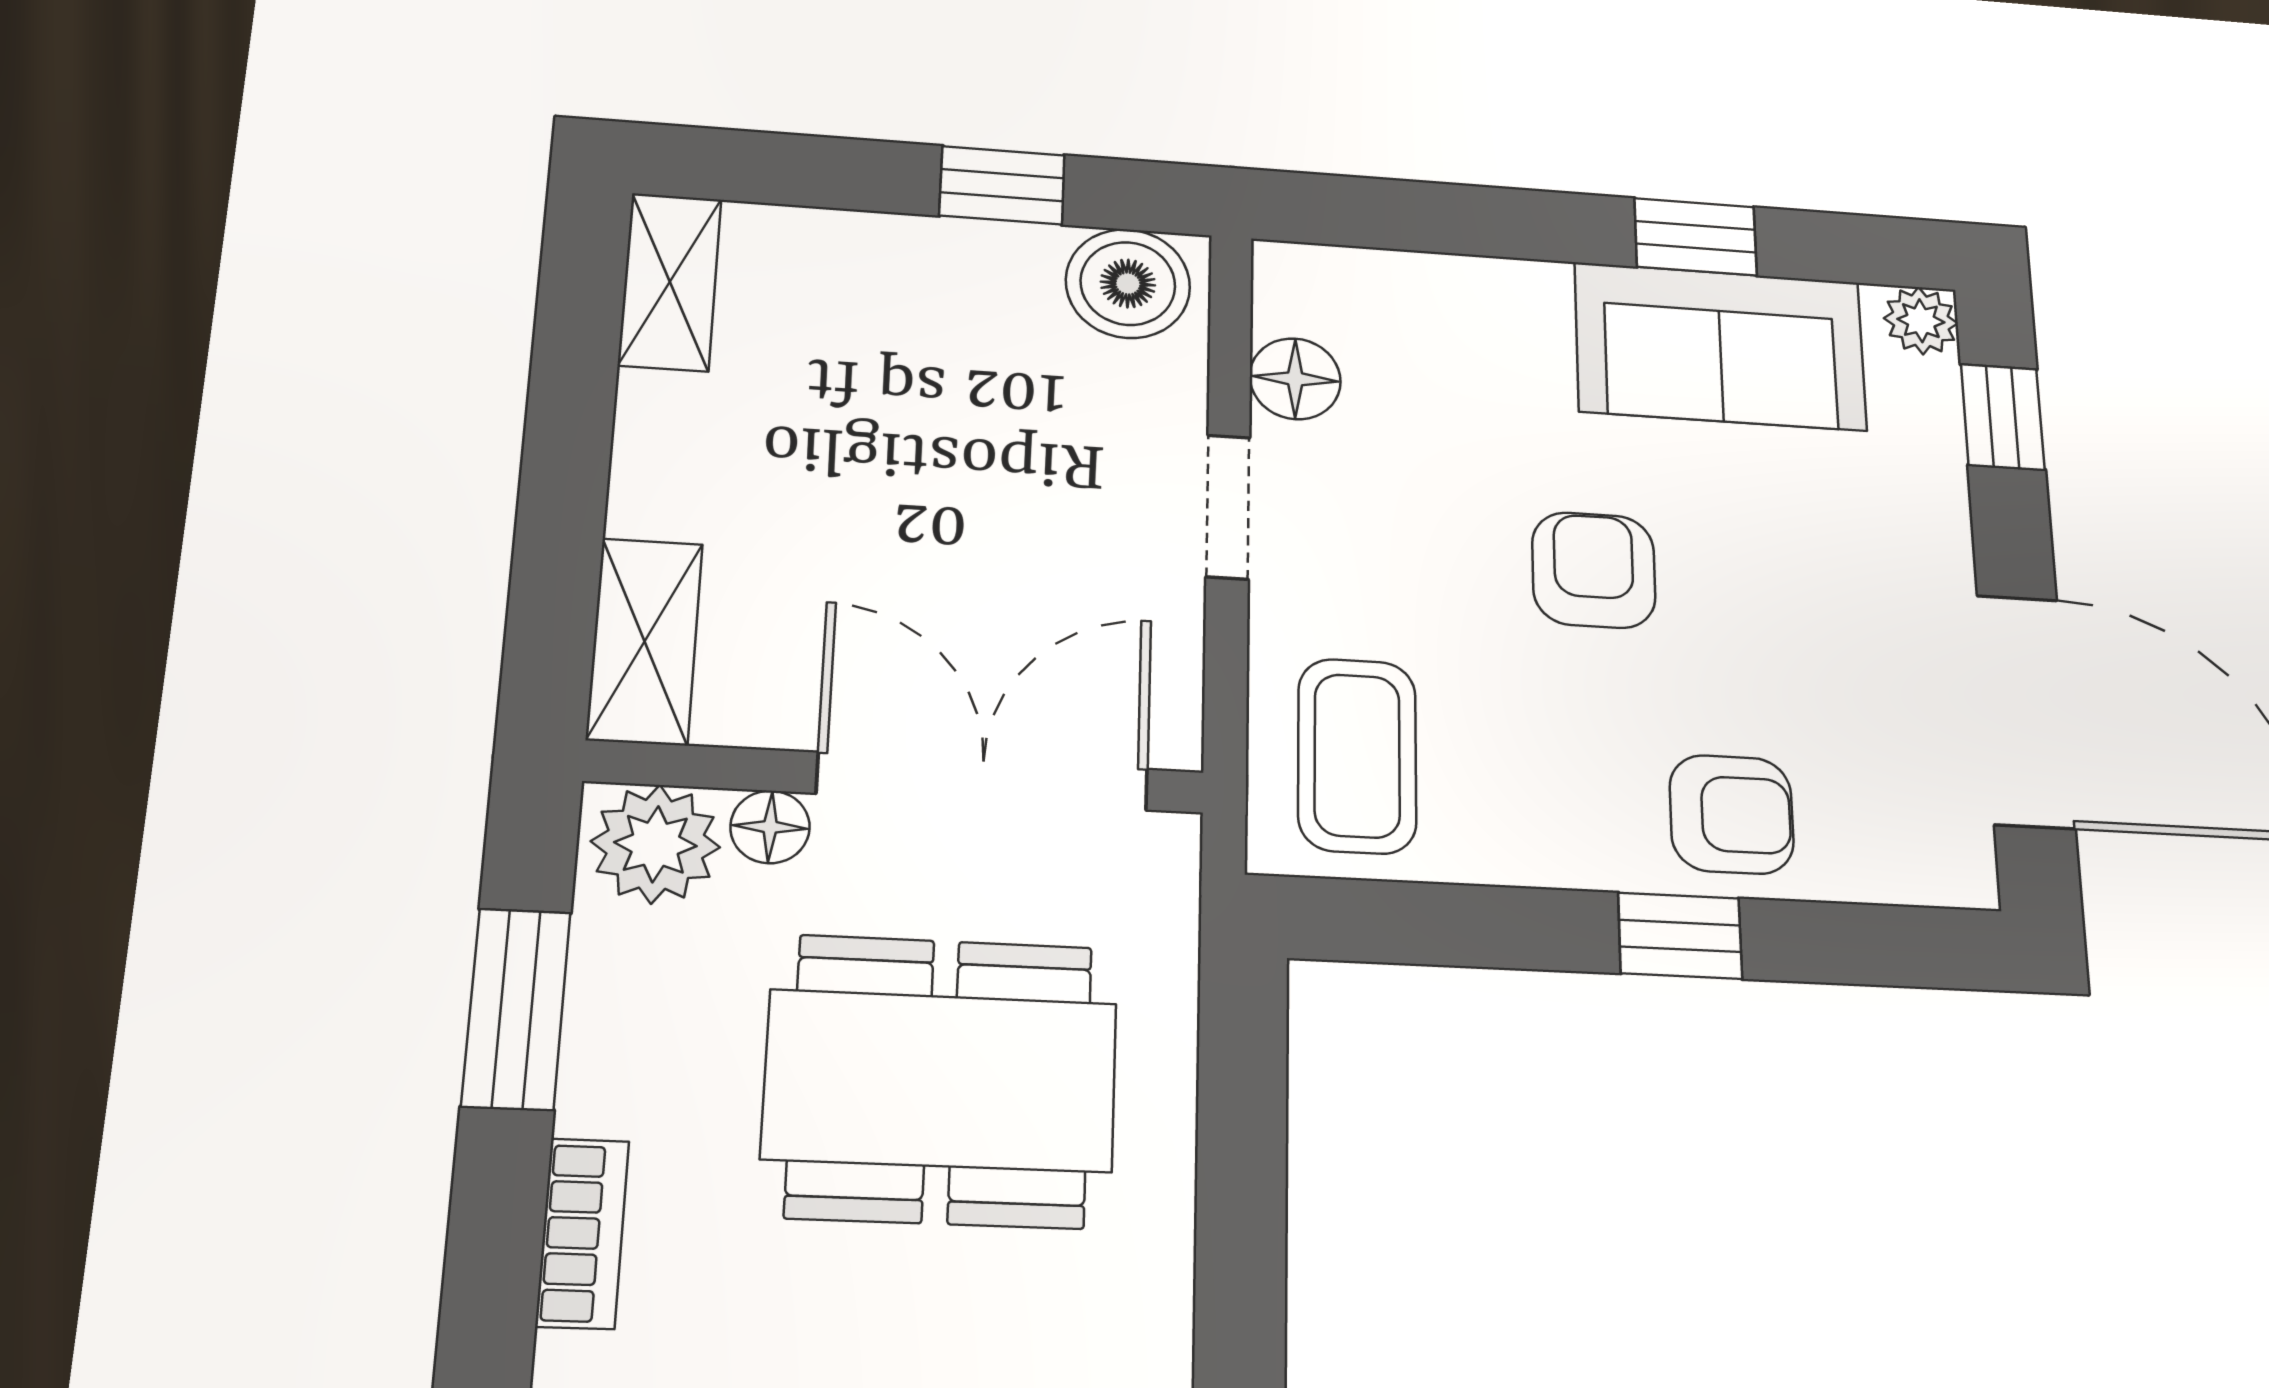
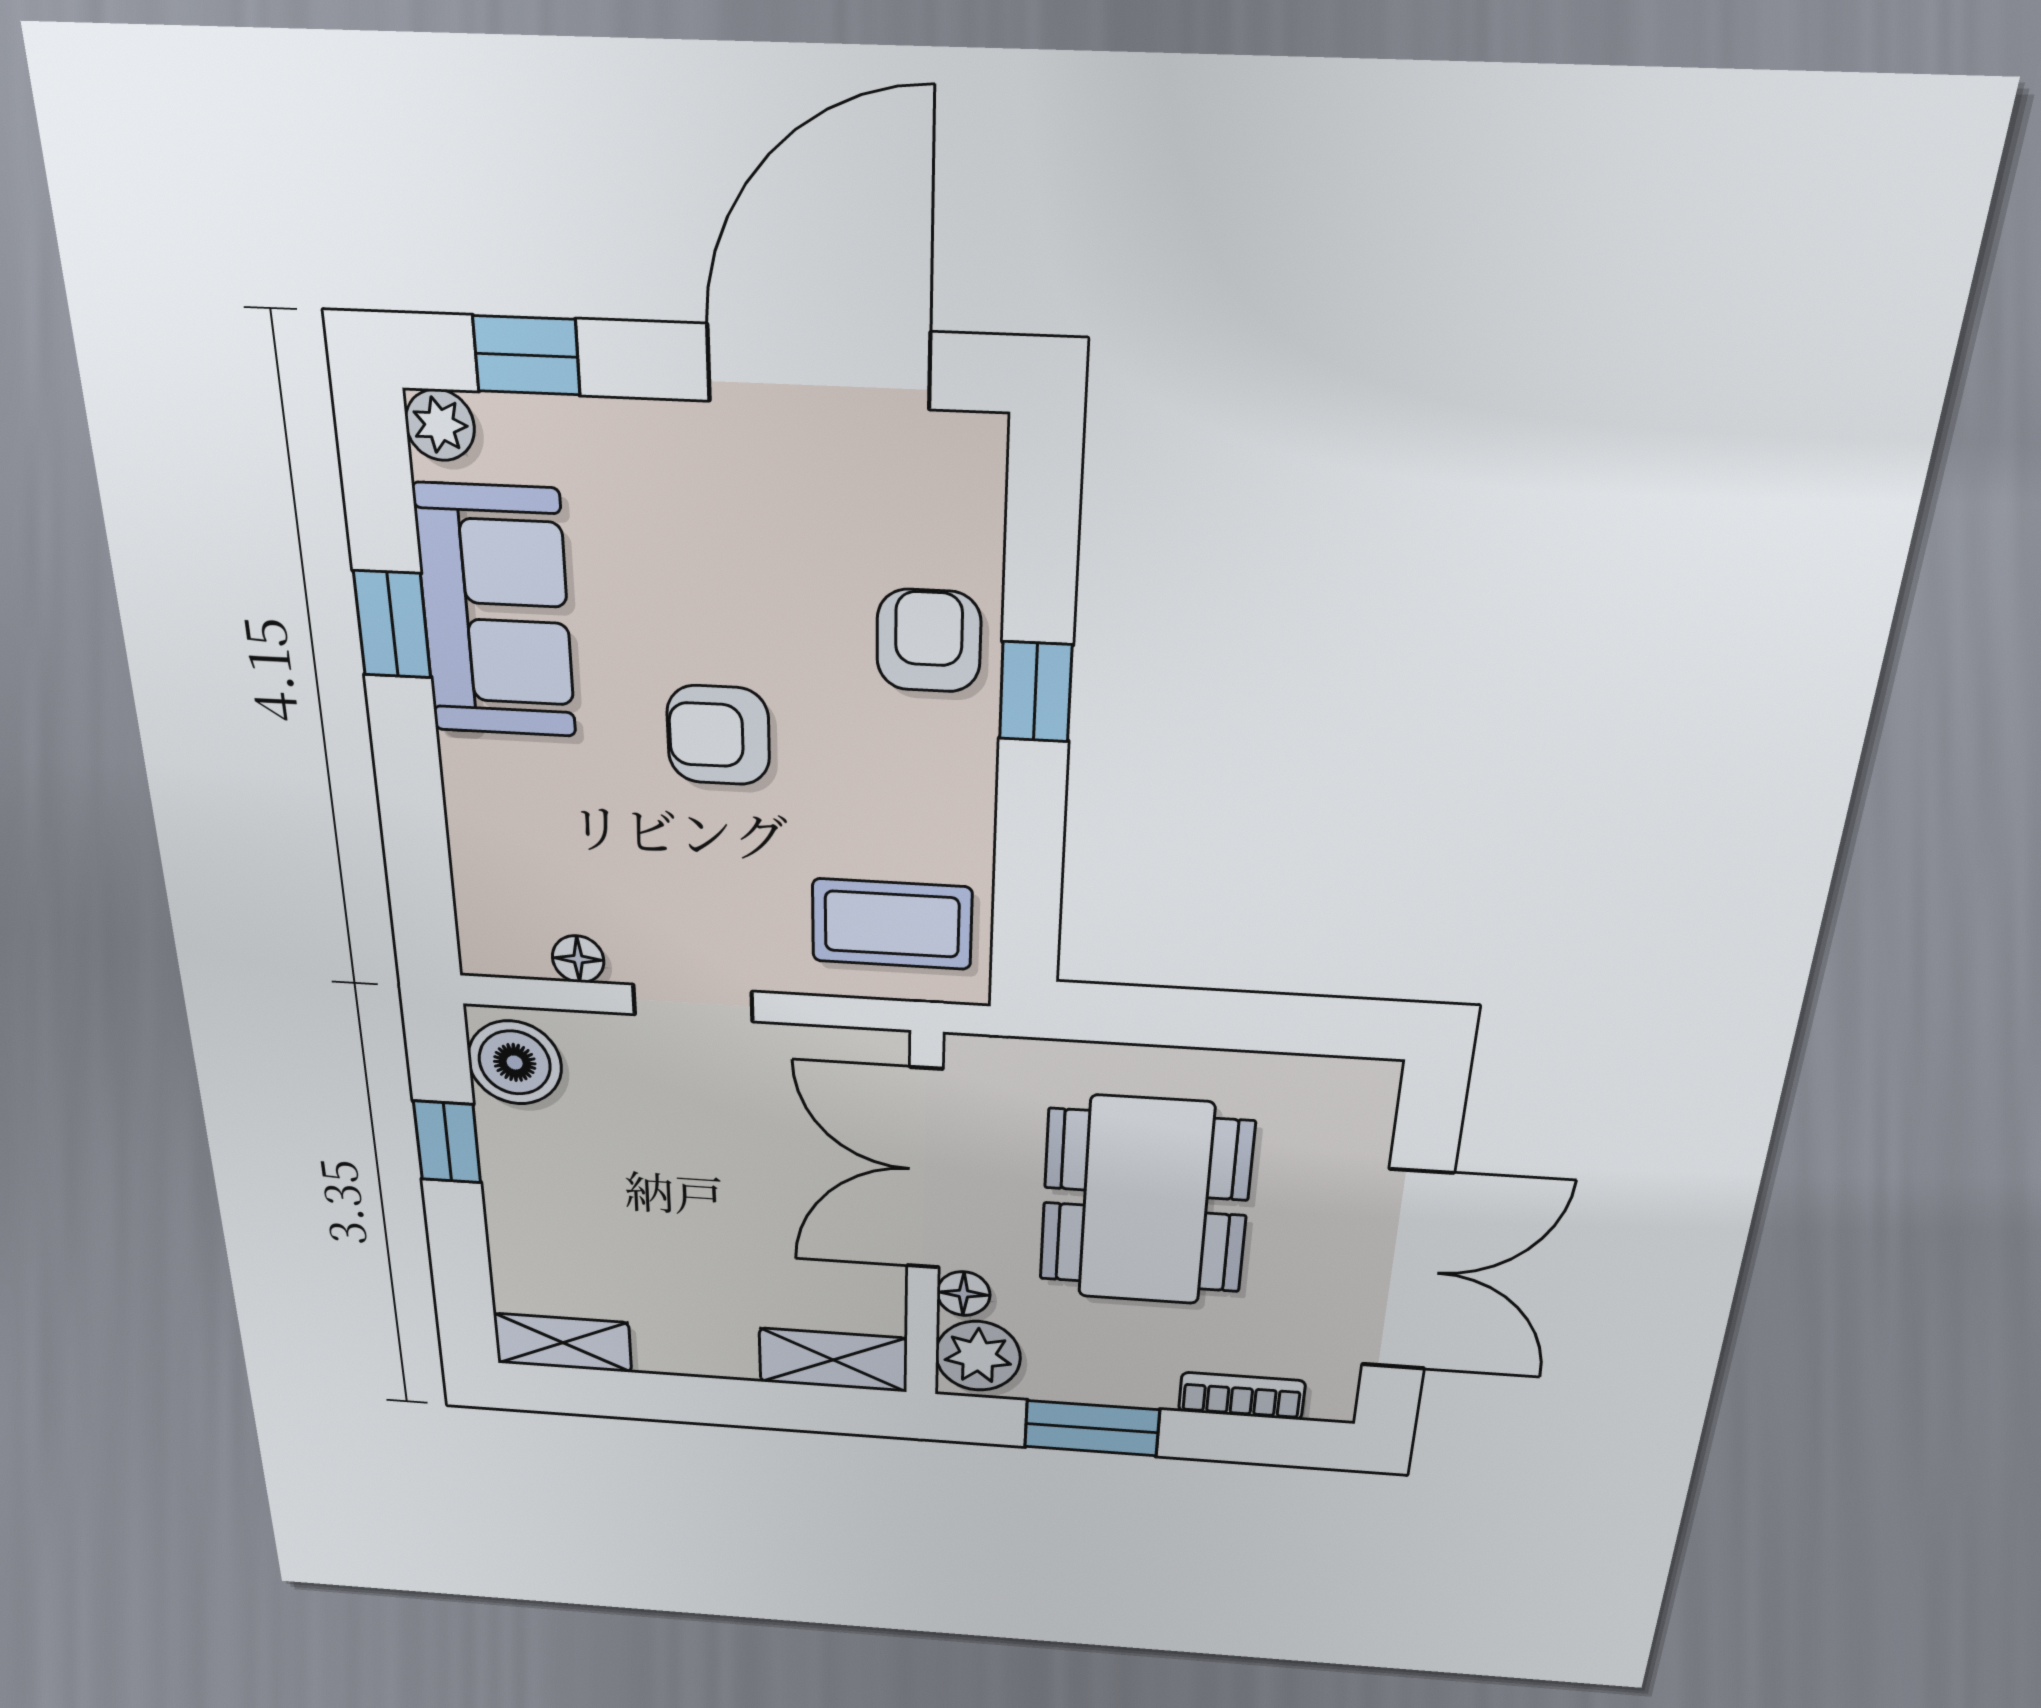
floor lamp: (1295, 379) -> (578, 959), width x0.73, depth x0.73

